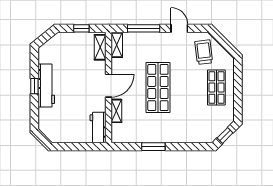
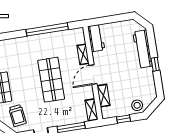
stool: (63, 42) -> (137, 105), added
shelving: (100, 47) -> (104, 96), moved
workbench: (46, 86) -> (142, 49), moved
window: (153, 147) -> (47, 29), width x2.11

